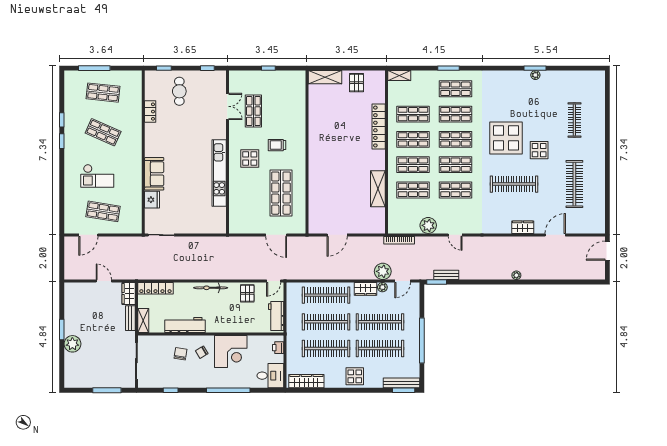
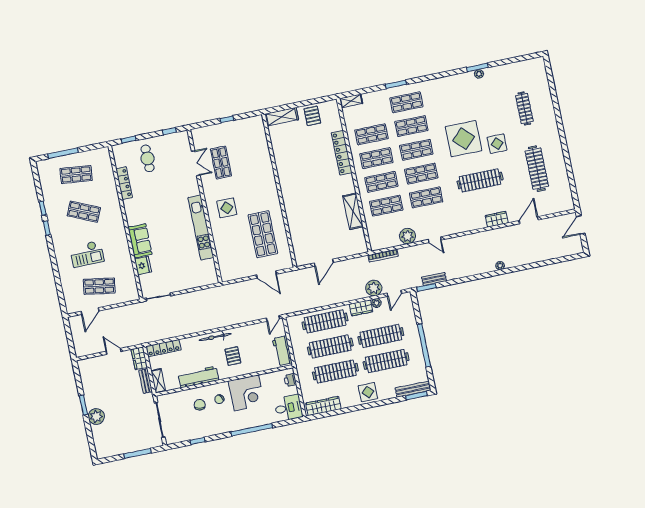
locker: (150, 112) -> (124, 183), width x1.53
trolley: (277, 145) -> (250, 190), removed
pallet: (247, 293) -> (233, 356), moved

